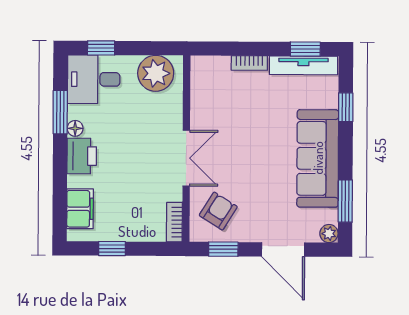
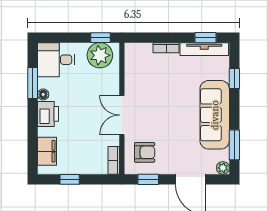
window: (101, 48) -> (100, 38), moved
double door: (186, 158) -> (122, 115), swing flipped
armchair: (218, 211) -> (145, 152), turned 58

